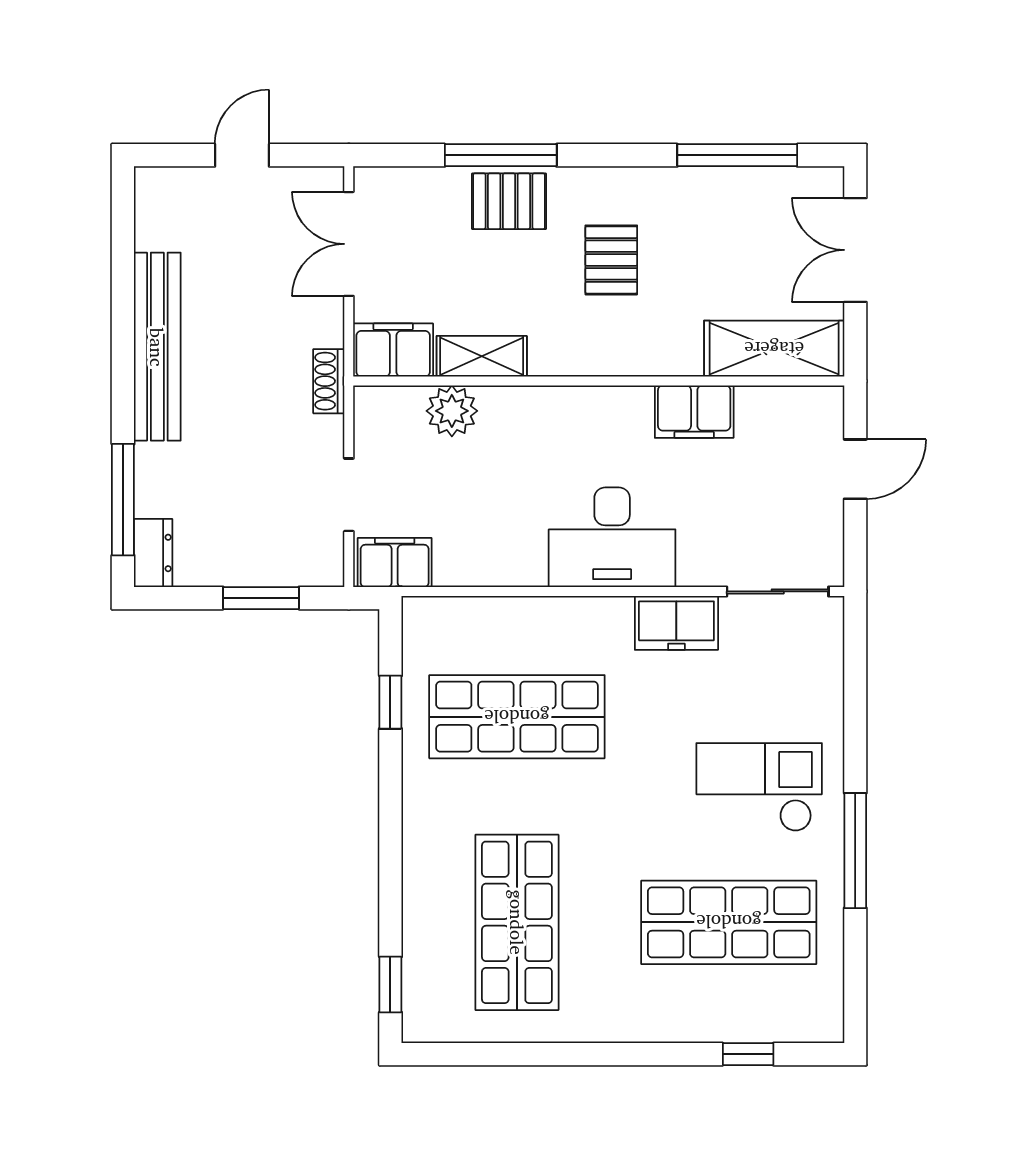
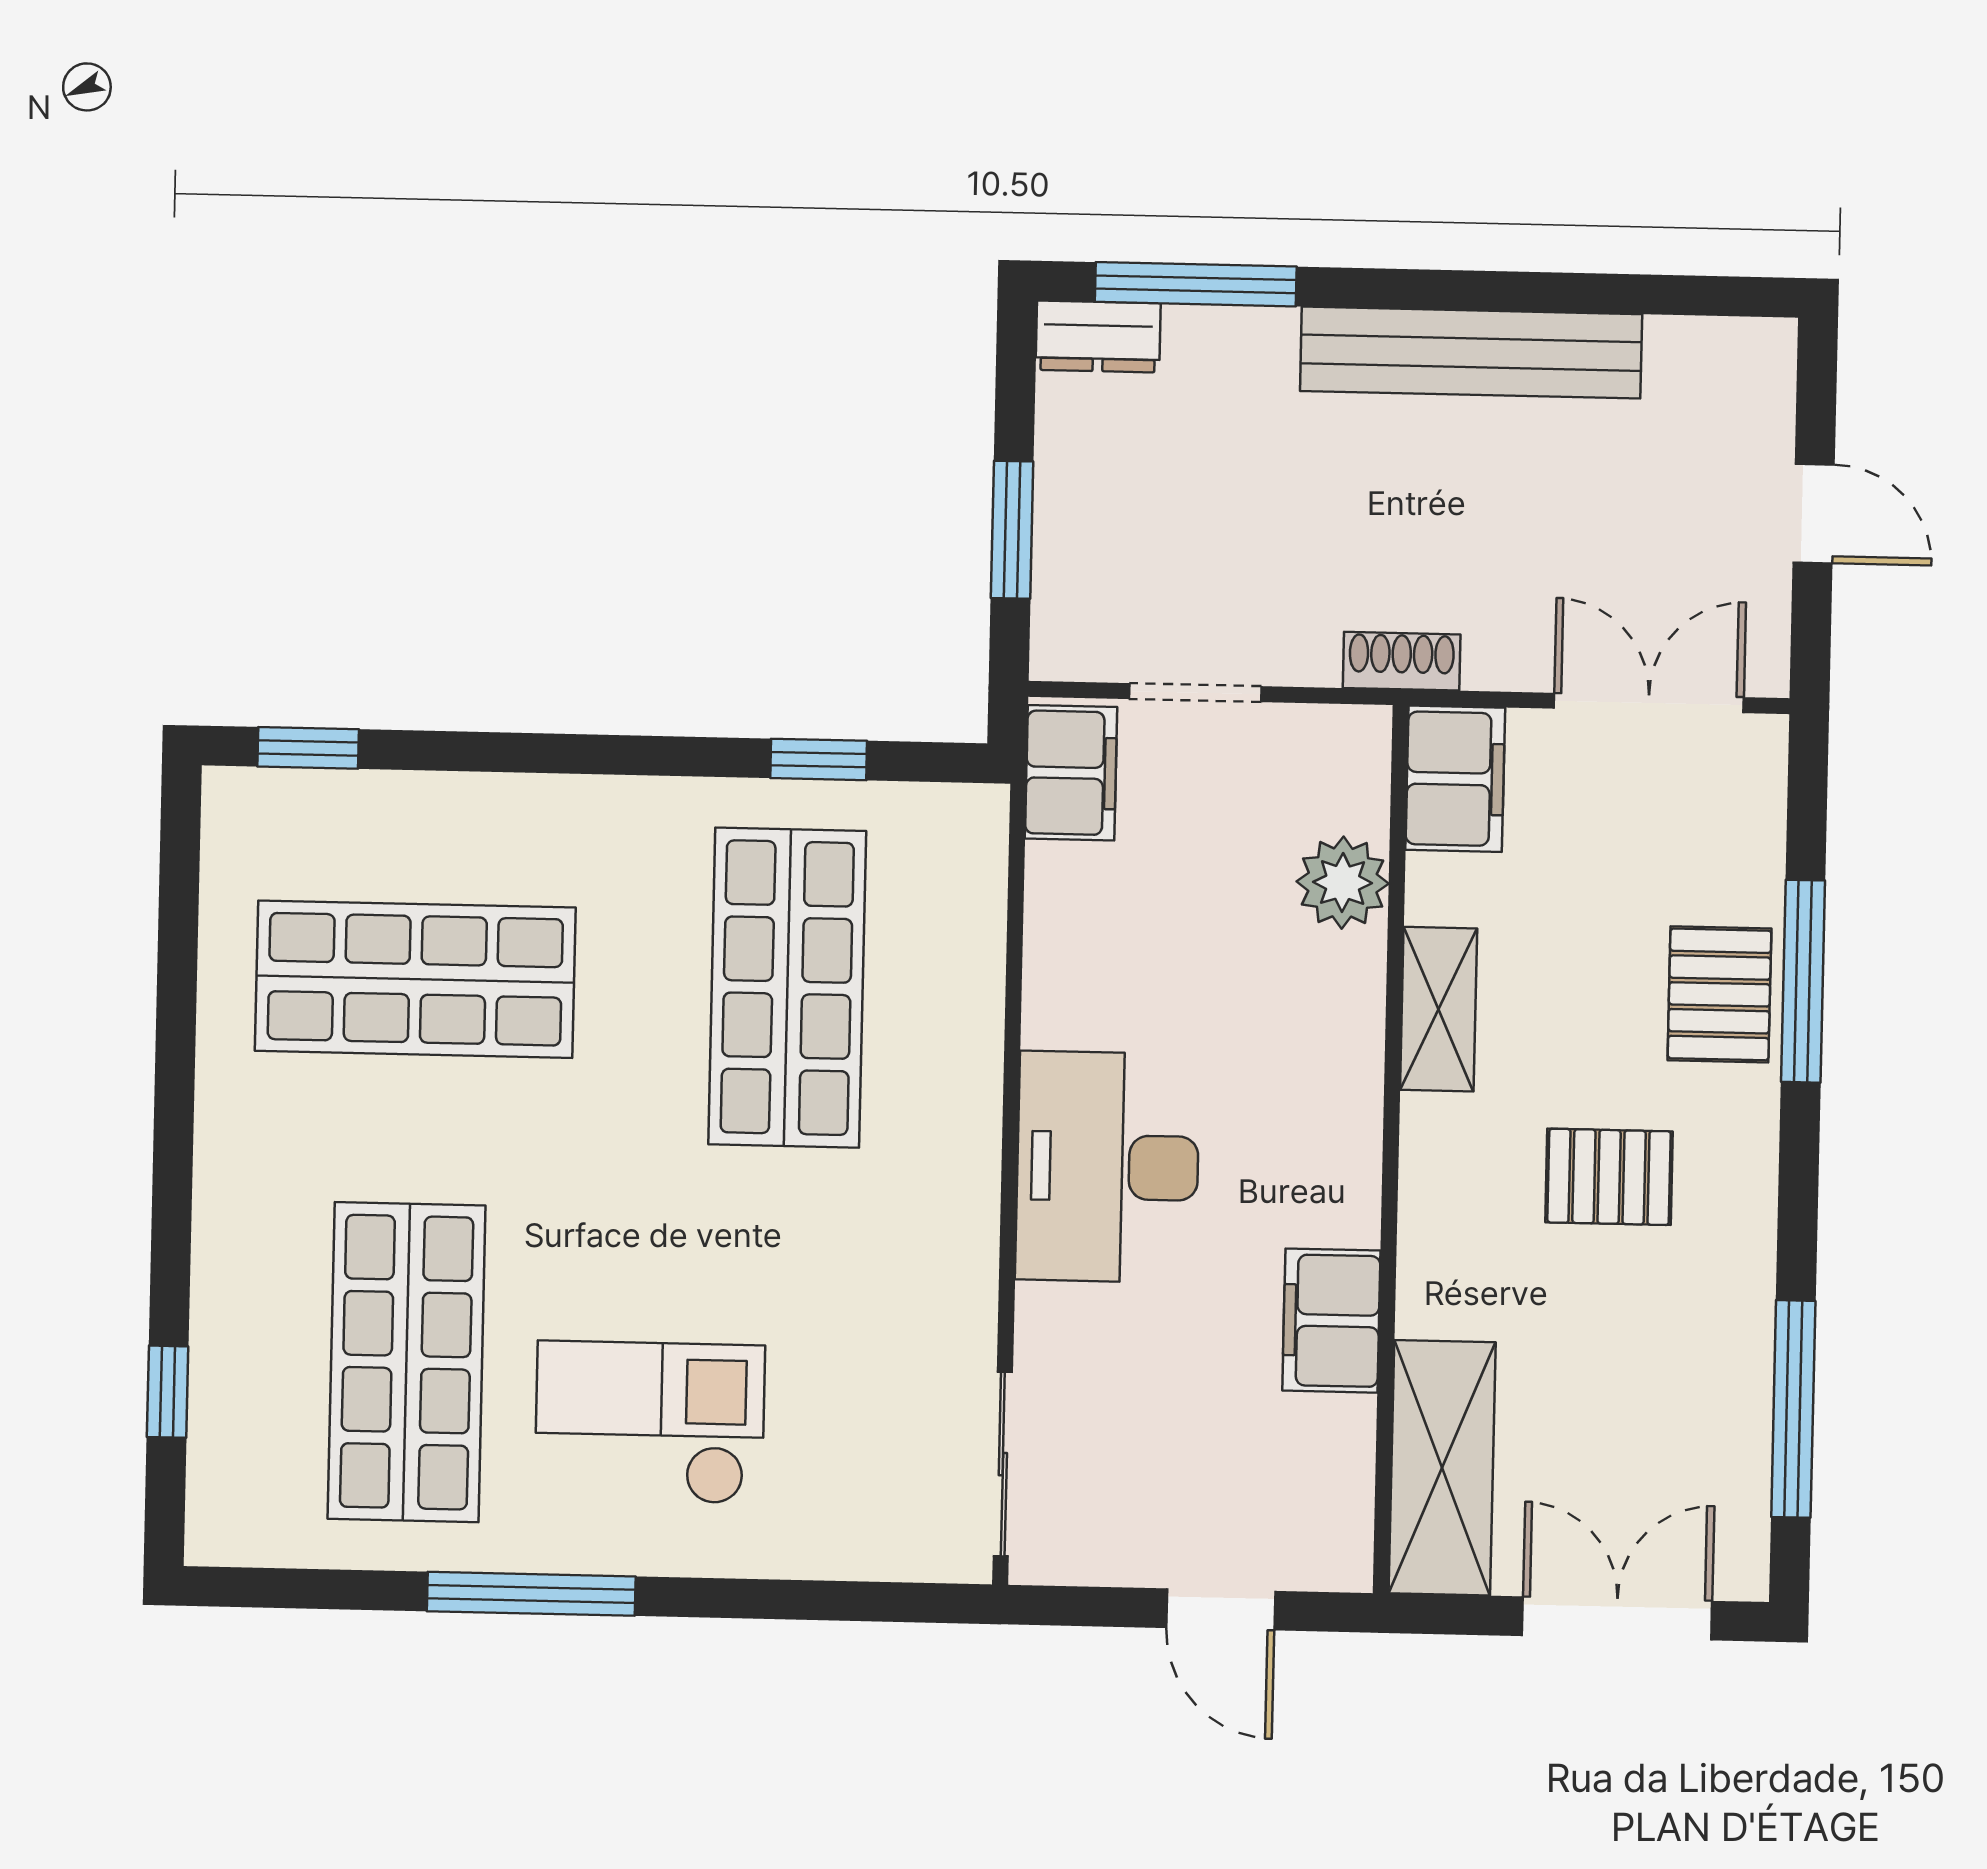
shelving: (482, 356) -> (1439, 1009), moved
freezer: (676, 623) -> (950, 1280), removed
checkout: (759, 787) -> (650, 1423), turned -90

